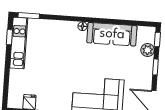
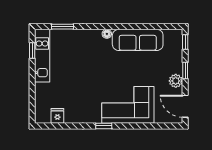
window: (29, 16) -> (63, 27), moved
plant: (148, 50) -> (176, 81), moved

